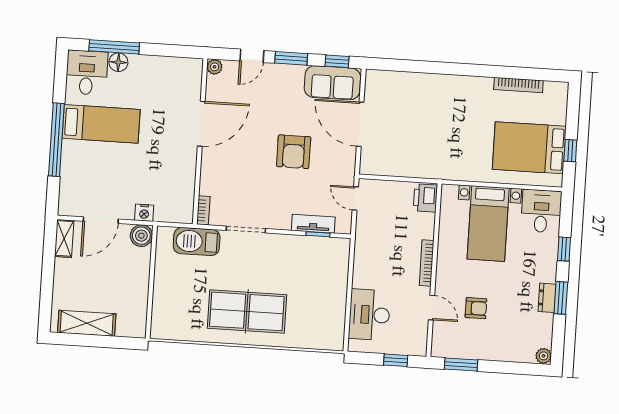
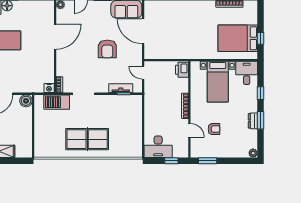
nightstand: (144, 213) -> (49, 88), moved
desk: (369, 315) -> (158, 147), moved, turned -90

